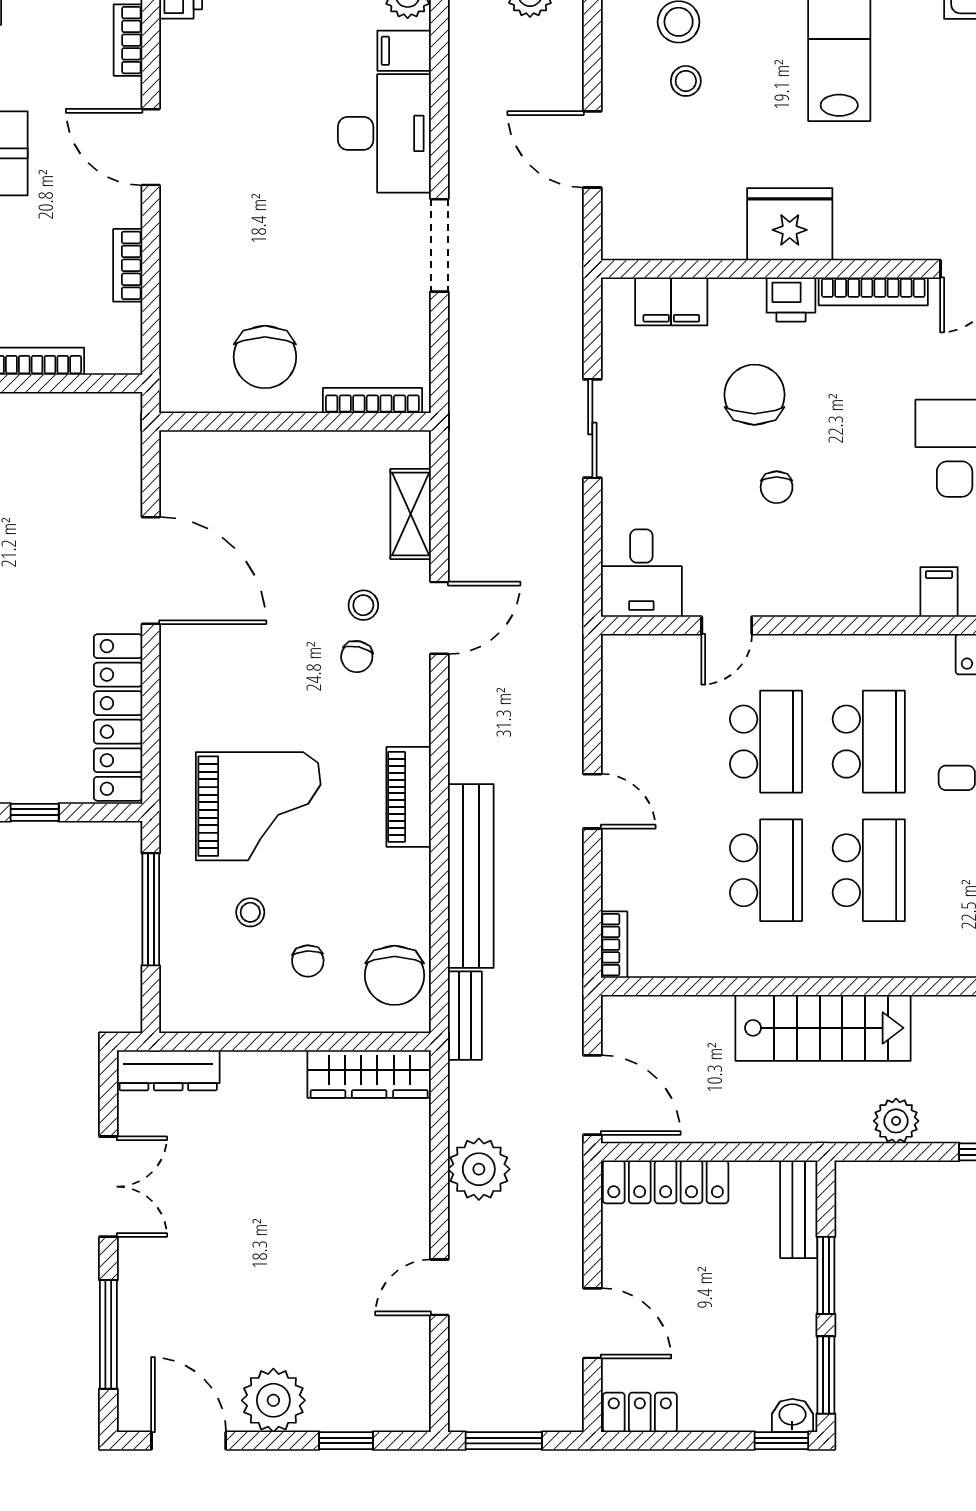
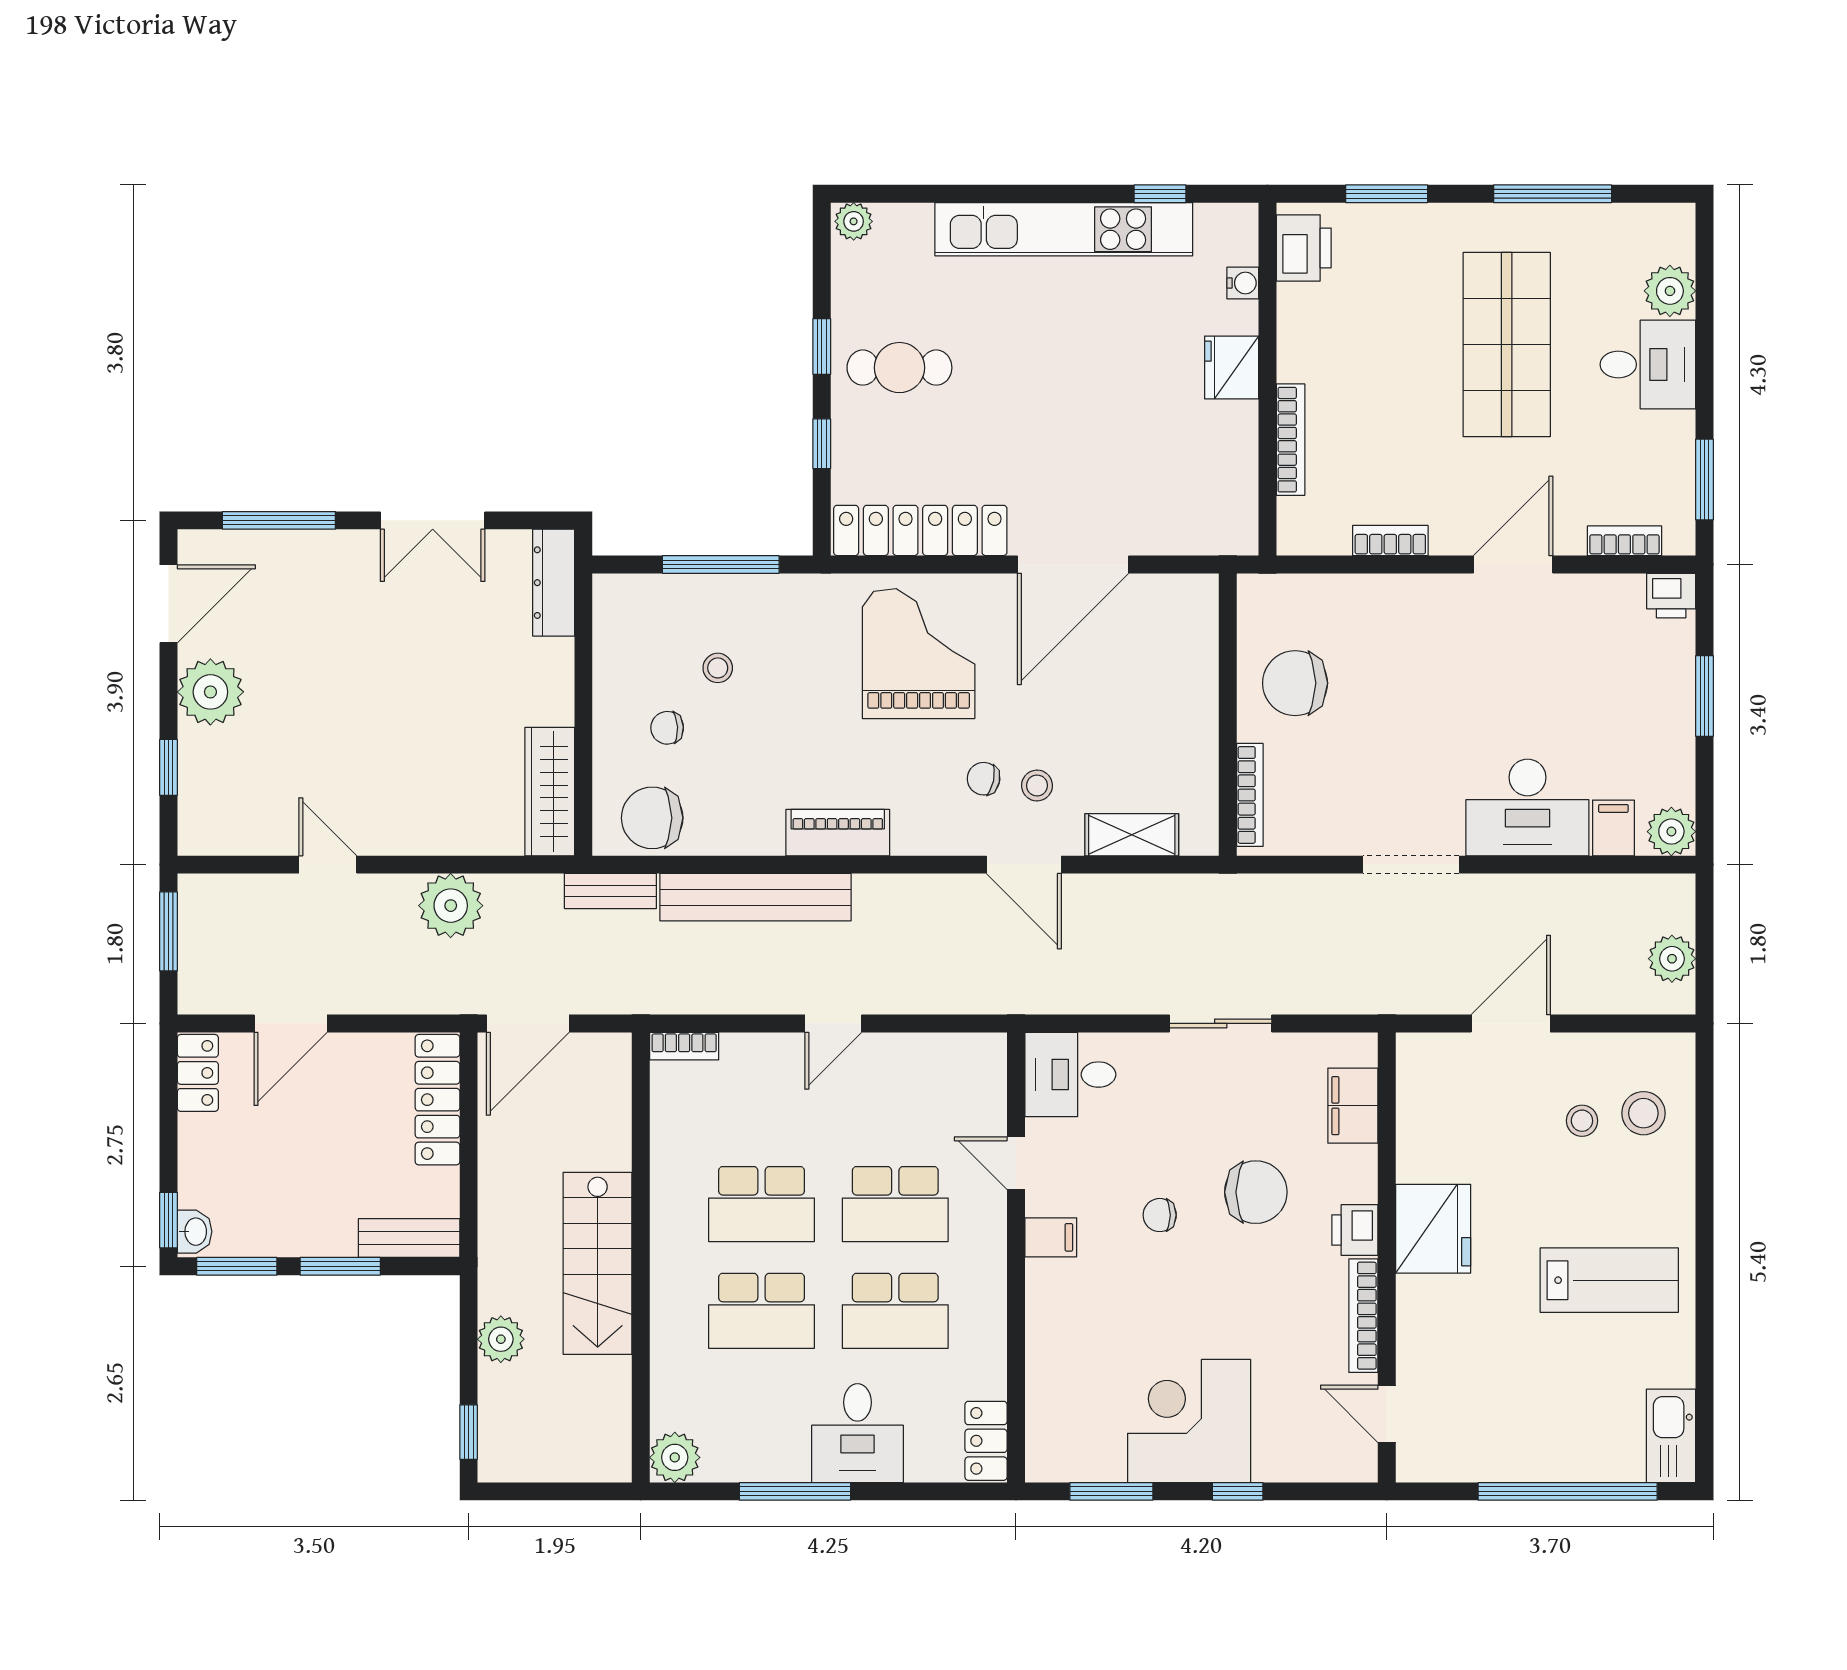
filing cabinet: (939, 592) -> (1051, 1237), moved
grand piano: (258, 806) -> (919, 654), moved, turned 180

